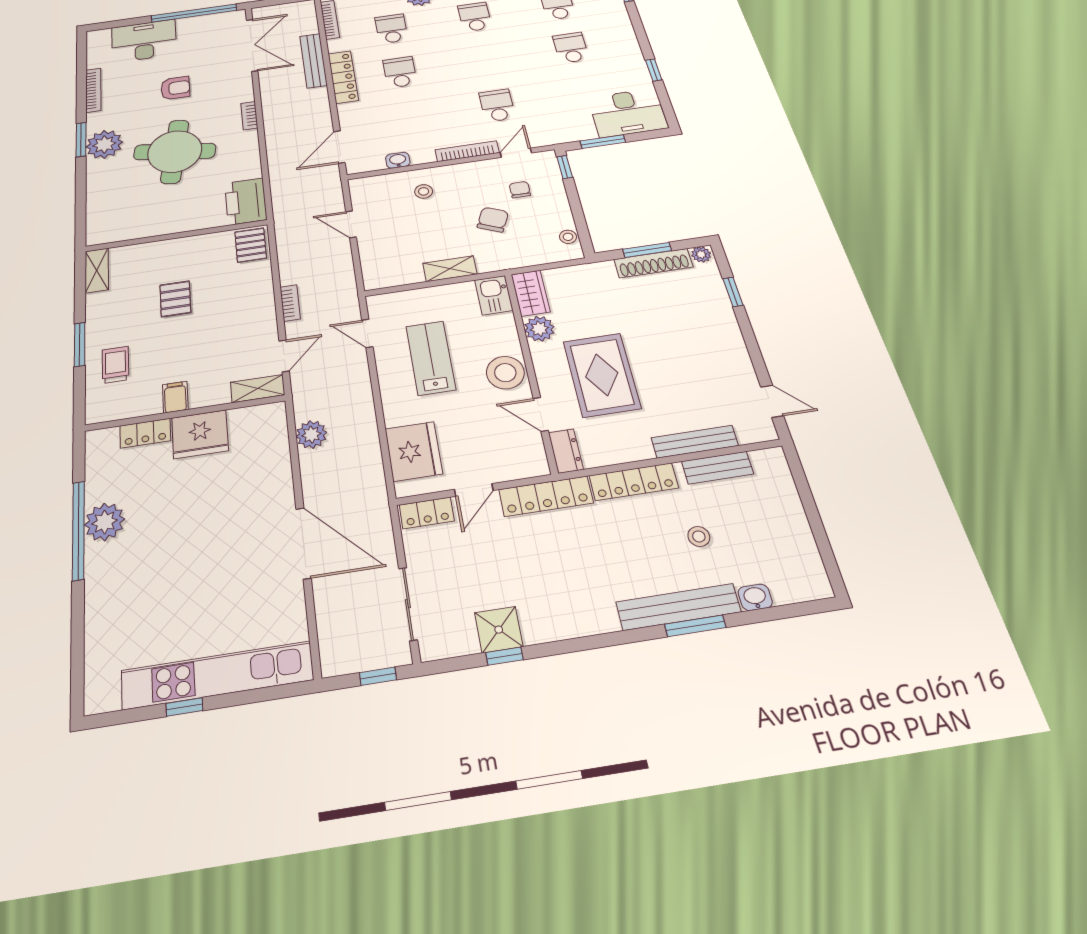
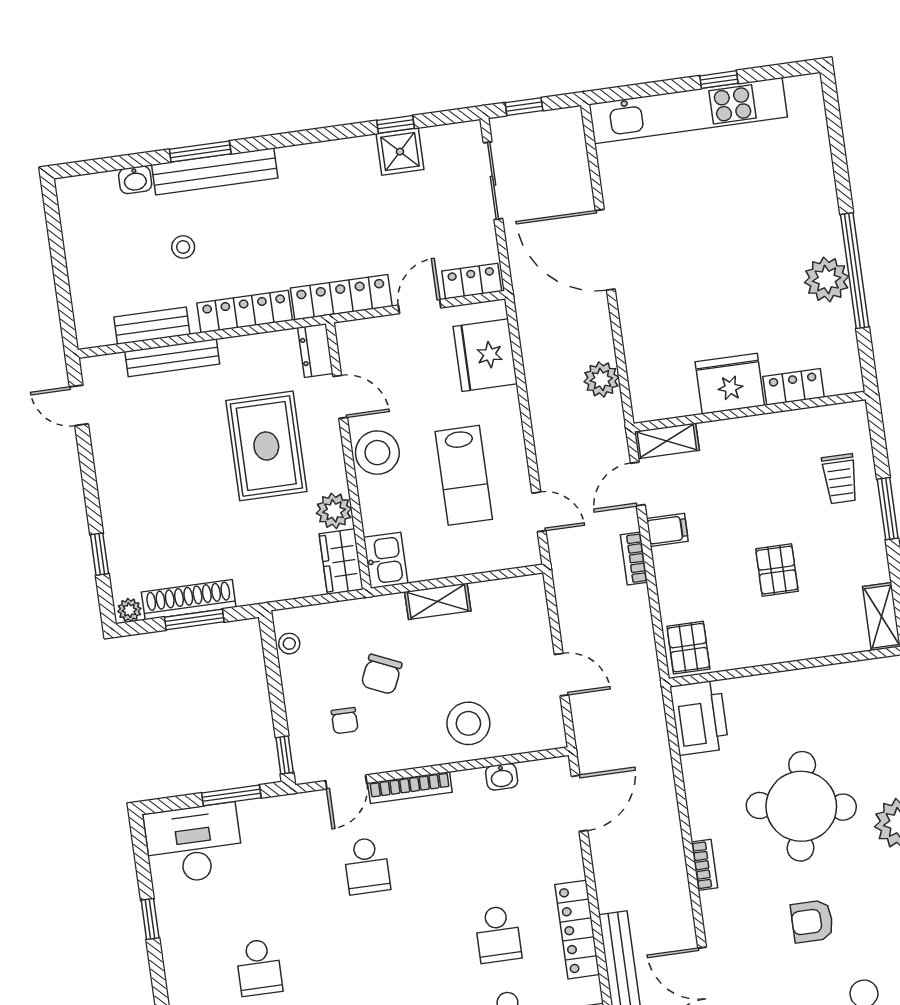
stool: (424, 191) -> (468, 723), width x1.89, depth x1.89
filing cabinet: (175, 397) -> (667, 530), moved, turned -90

